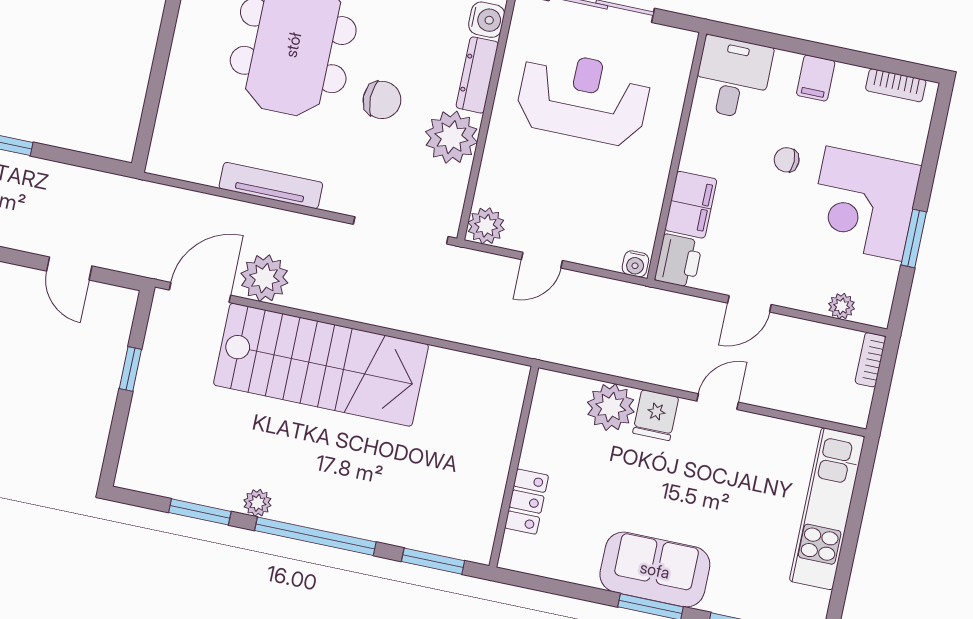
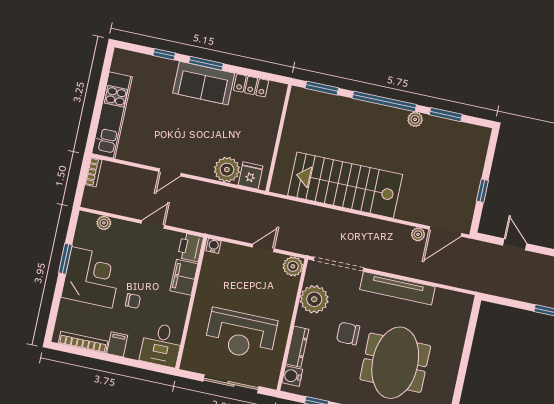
bookcase: (896, 85) -> (83, 342), width x1.56
plant: (451, 137) -> (314, 299), moved
tv unit: (271, 185) -> (397, 288), width x1.36, depth x1.29
plant: (264, 278) -> (418, 234), width x0.53, depth x0.53
bookcase: (870, 360) -> (93, 172), moved
stairs: (321, 365) -> (345, 185), moved
fridge: (656, 415) -> (250, 175), moved
locker: (527, 502) -> (251, 85), moved, turned -90

